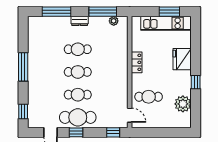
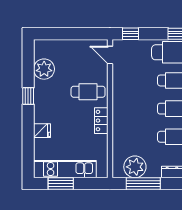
plant: (114, 21) -> (135, 167), width x1.88, depth x1.88
fridge: (182, 59) -> (42, 131), width x0.53, depth x0.75
cafe table: (149, 97) -> (88, 92), moved

